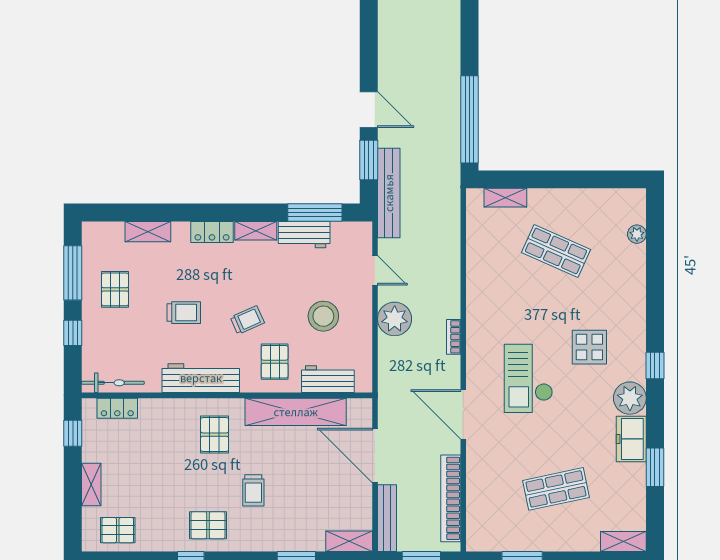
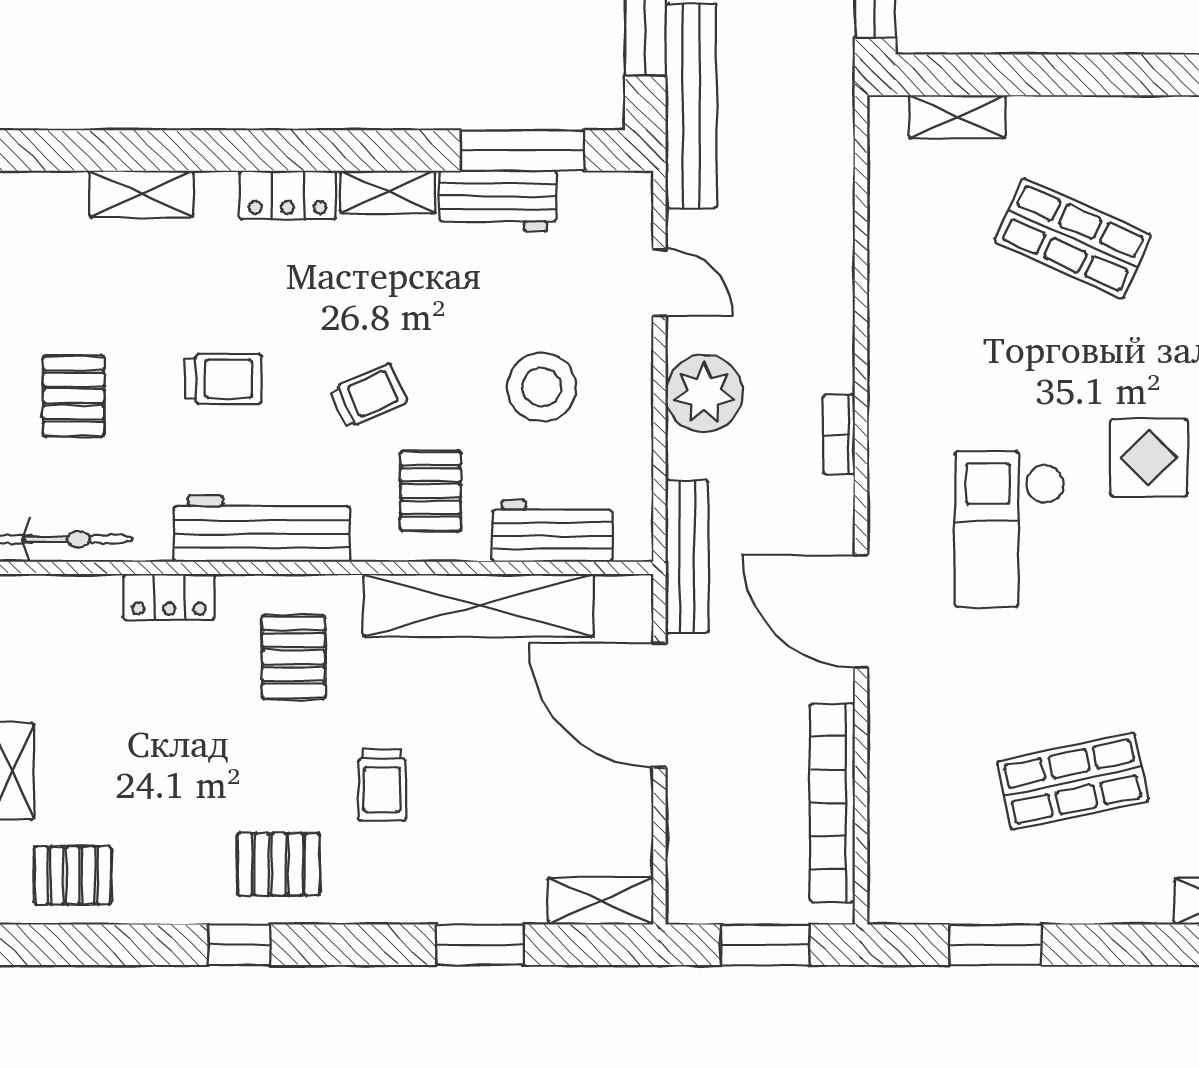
pallet: (115, 289) -> (74, 396), moved
locker: (117, 408) -> (169, 597), moved
bench: (387, 518) -> (687, 556), moved

